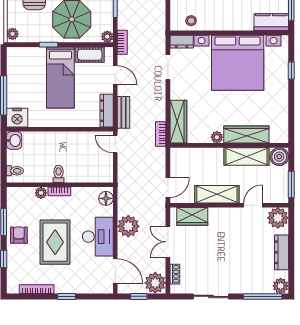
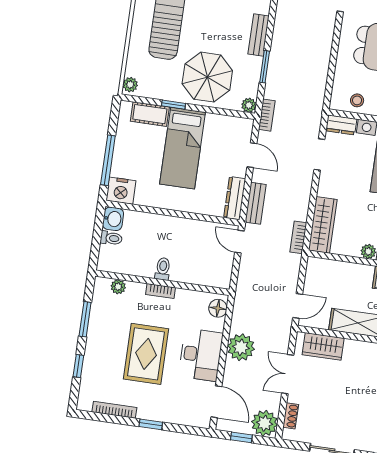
cot: (90, 55) -> (150, 114), moved
toilet: (15, 171) -> (111, 238), moved
plant: (41, 193) -> (118, 287), moved
armchair: (19, 235) -> (102, 339), removed

